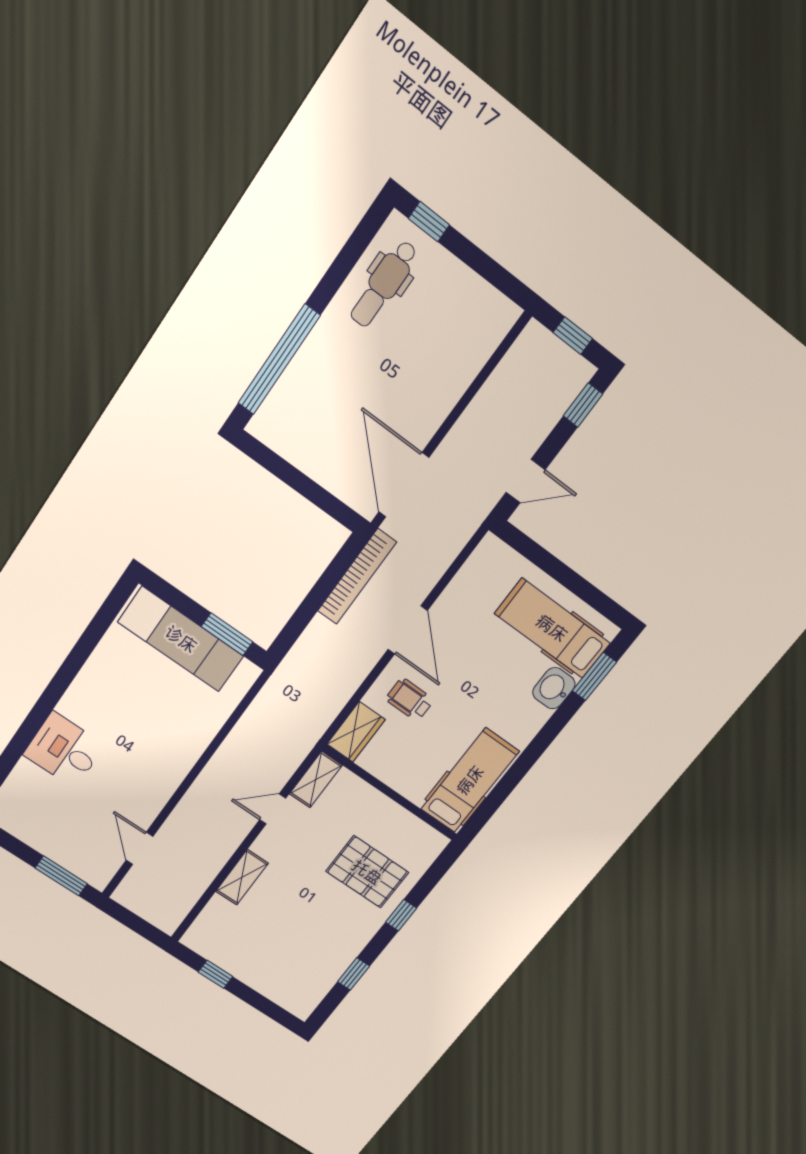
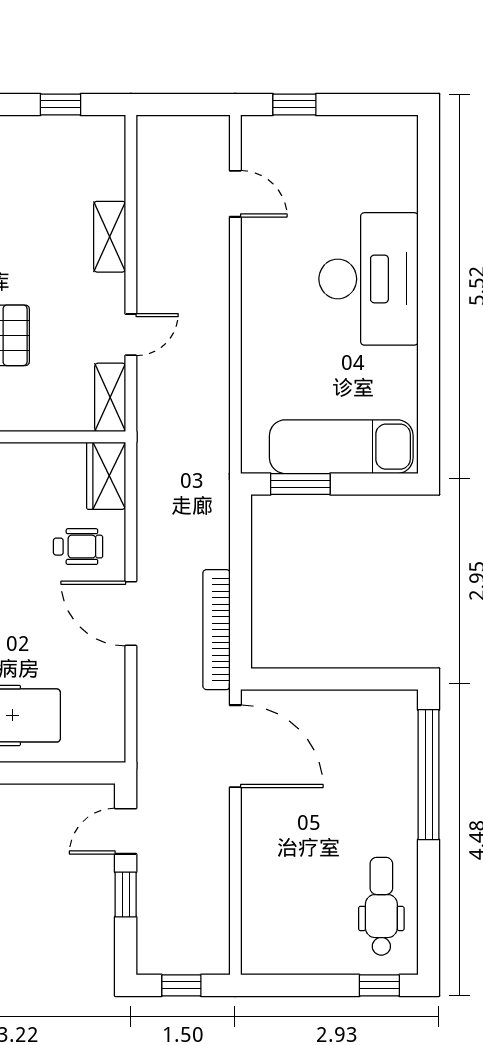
window: (583, 405) -> (126, 895), moved
desk: (64, 750) -> (369, 279), width x1.87, depth x1.30
window: (61, 876) -> (294, 104), width x0.67

